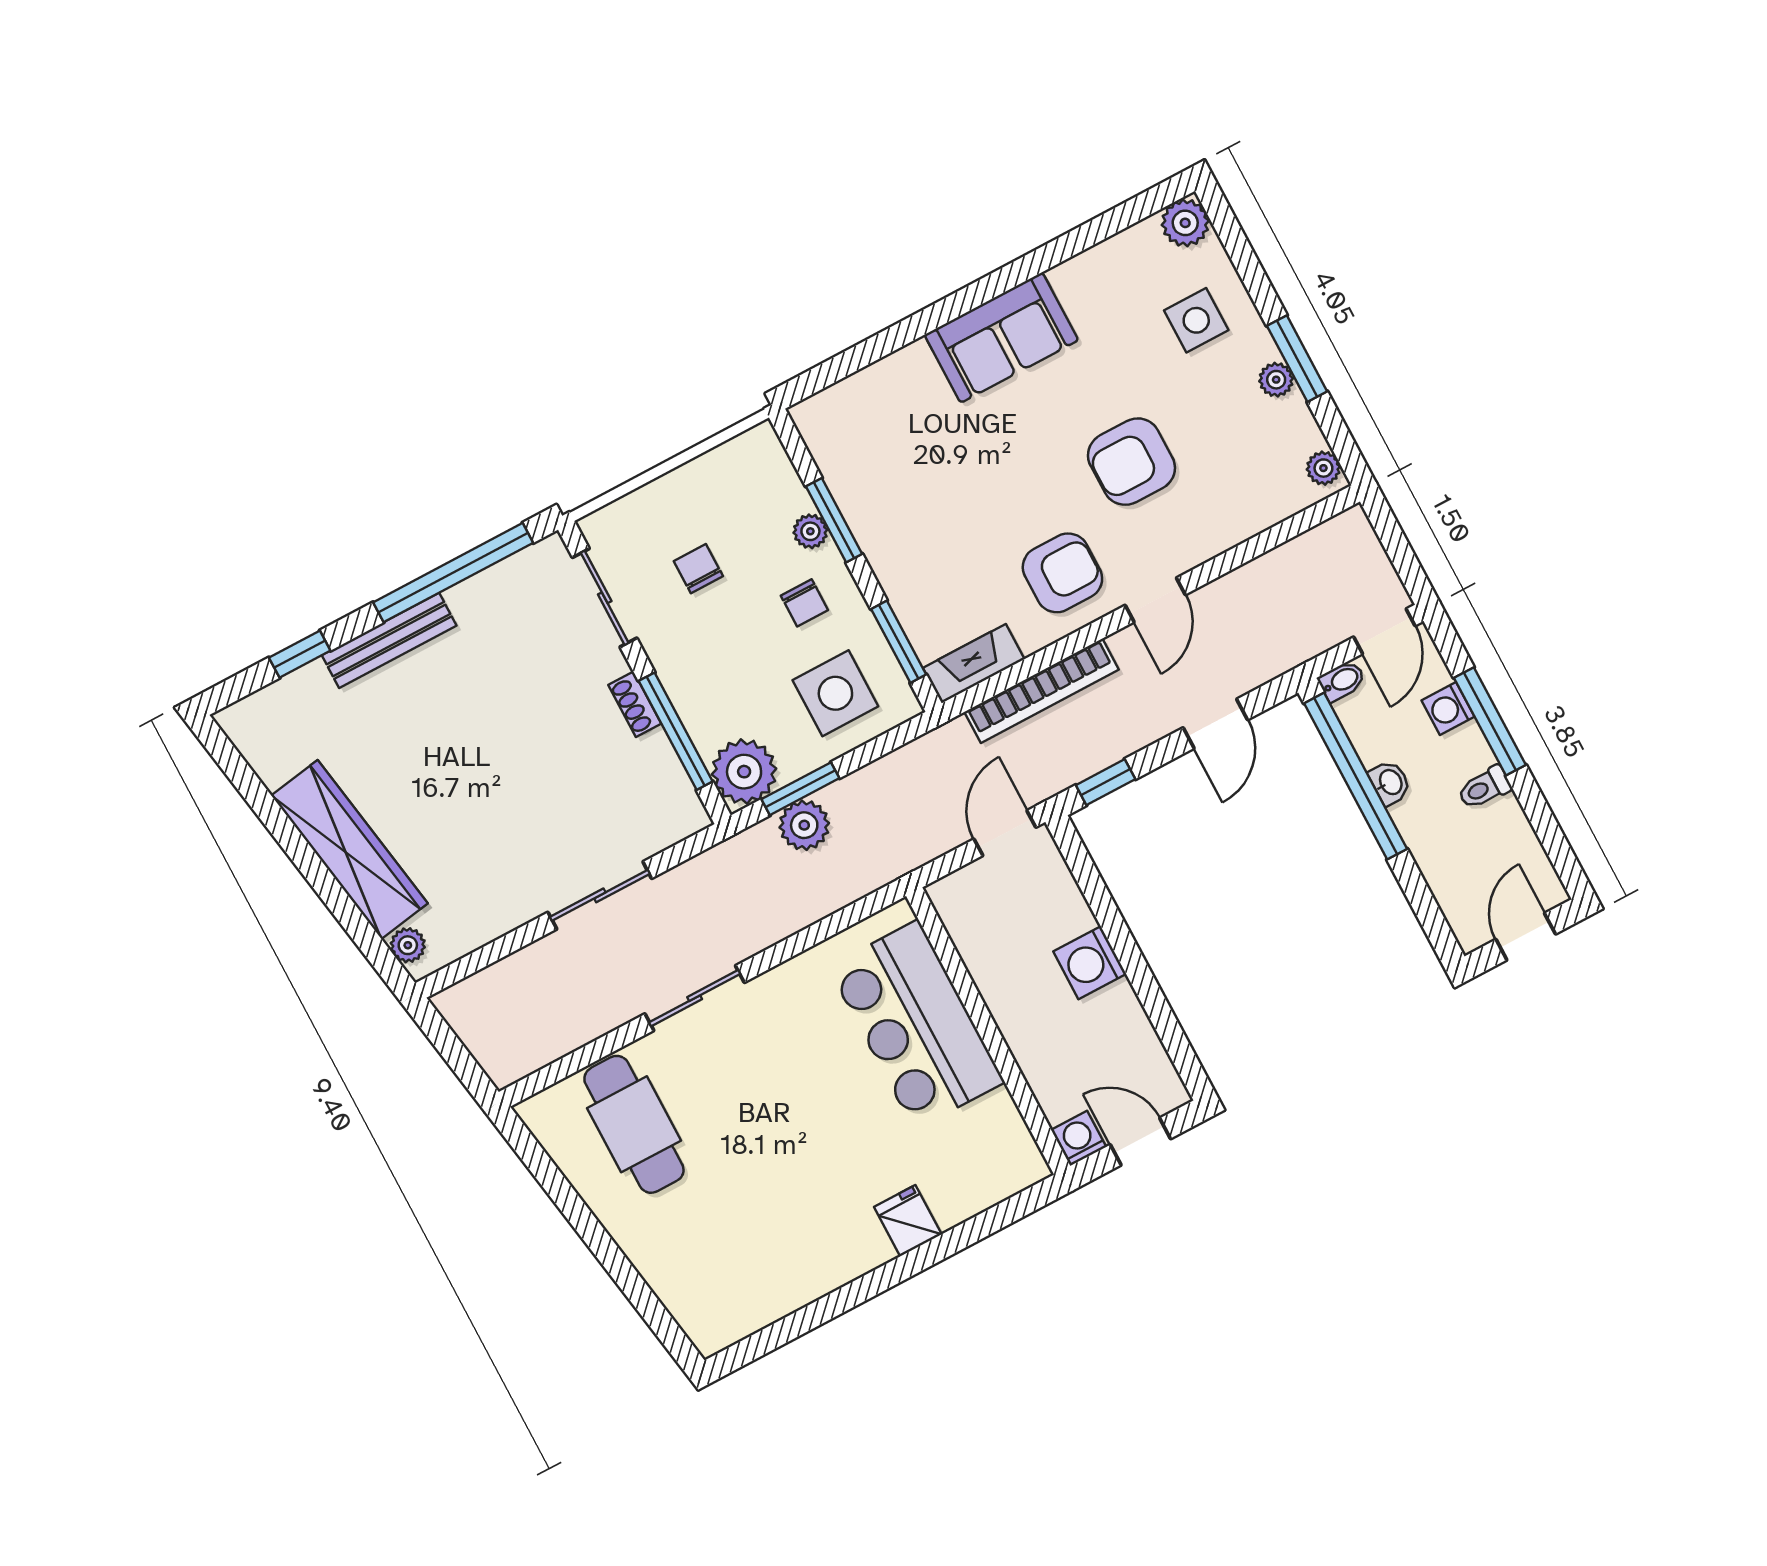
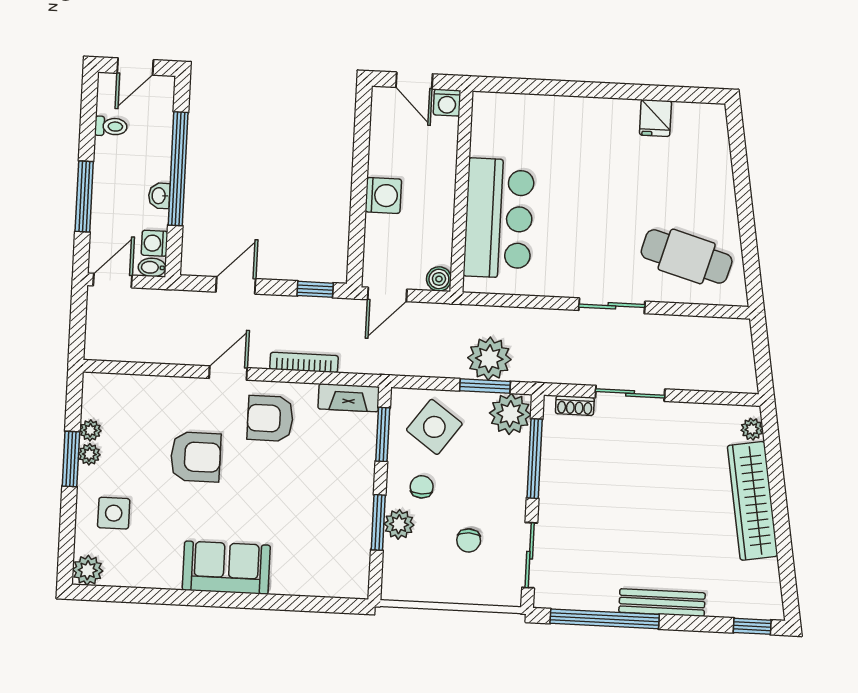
plant: (1323, 468) -> (90, 430), moved
plant: (810, 531) -> (399, 524), width x1.38, depth x1.38
window: (300, 654) -> (752, 626), moved
bookcase: (1042, 691) -> (304, 362), width x0.68, depth x0.76
side table: (835, 693) -> (434, 427), turned 36
shoe rack: (635, 704) -> (575, 406), moved, turned 90
washing machine: (1448, 708) -> (154, 243), moved, turned 180
window: (1356, 776) -> (178, 169), moved
toilet: (1484, 788) -> (111, 126), moved
plant: (804, 825) -> (489, 359), width x1.36, depth x1.36
boiler: (948, 895) -> (439, 279), added
cafe table: (634, 1124) -> (687, 256), turned -74
fridge: (908, 1221) -> (655, 118), moved

